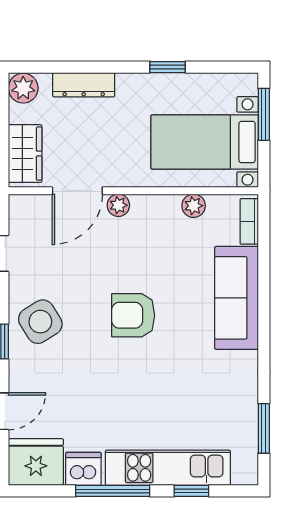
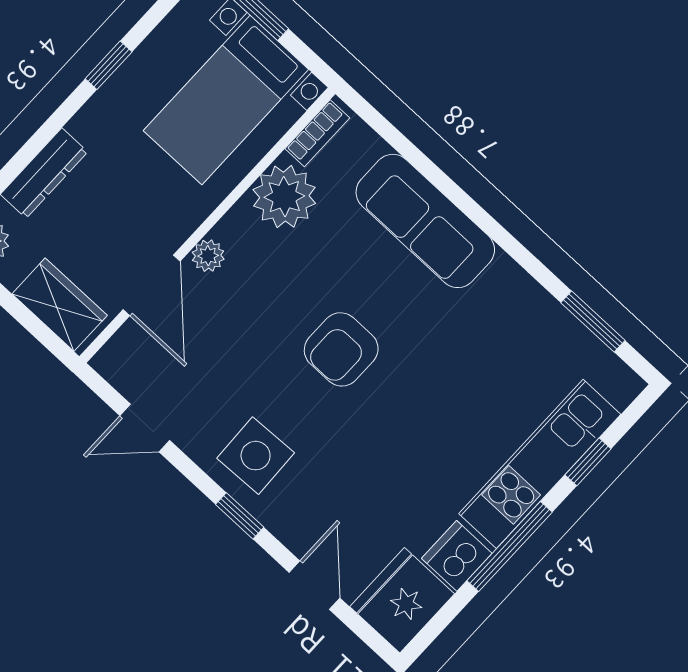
plant: (194, 206) -> (284, 197), width x1.87, depth x1.87
bookcase: (249, 221) -> (317, 133), moved, turned -90
side table: (40, 322) -> (256, 456), turned 30

